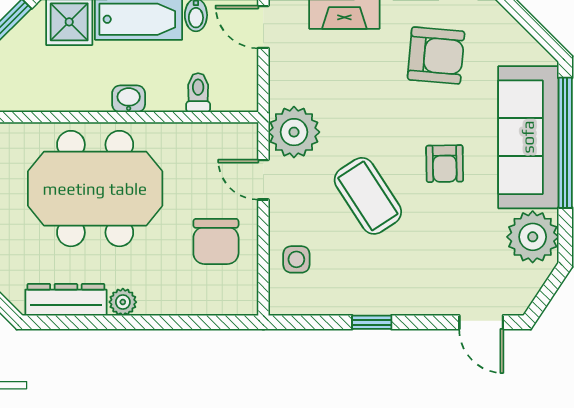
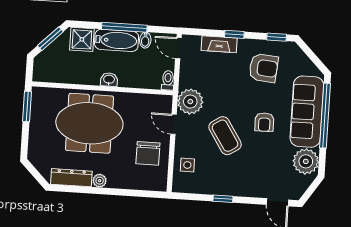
toilet: (198, 93) -> (168, 80), moved

